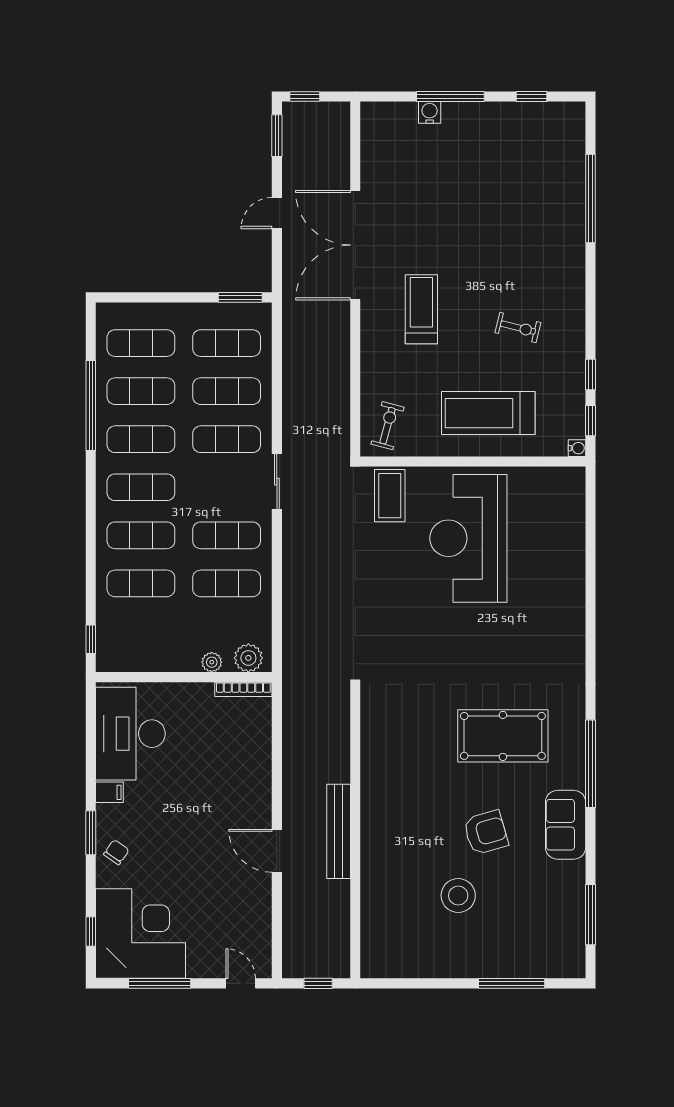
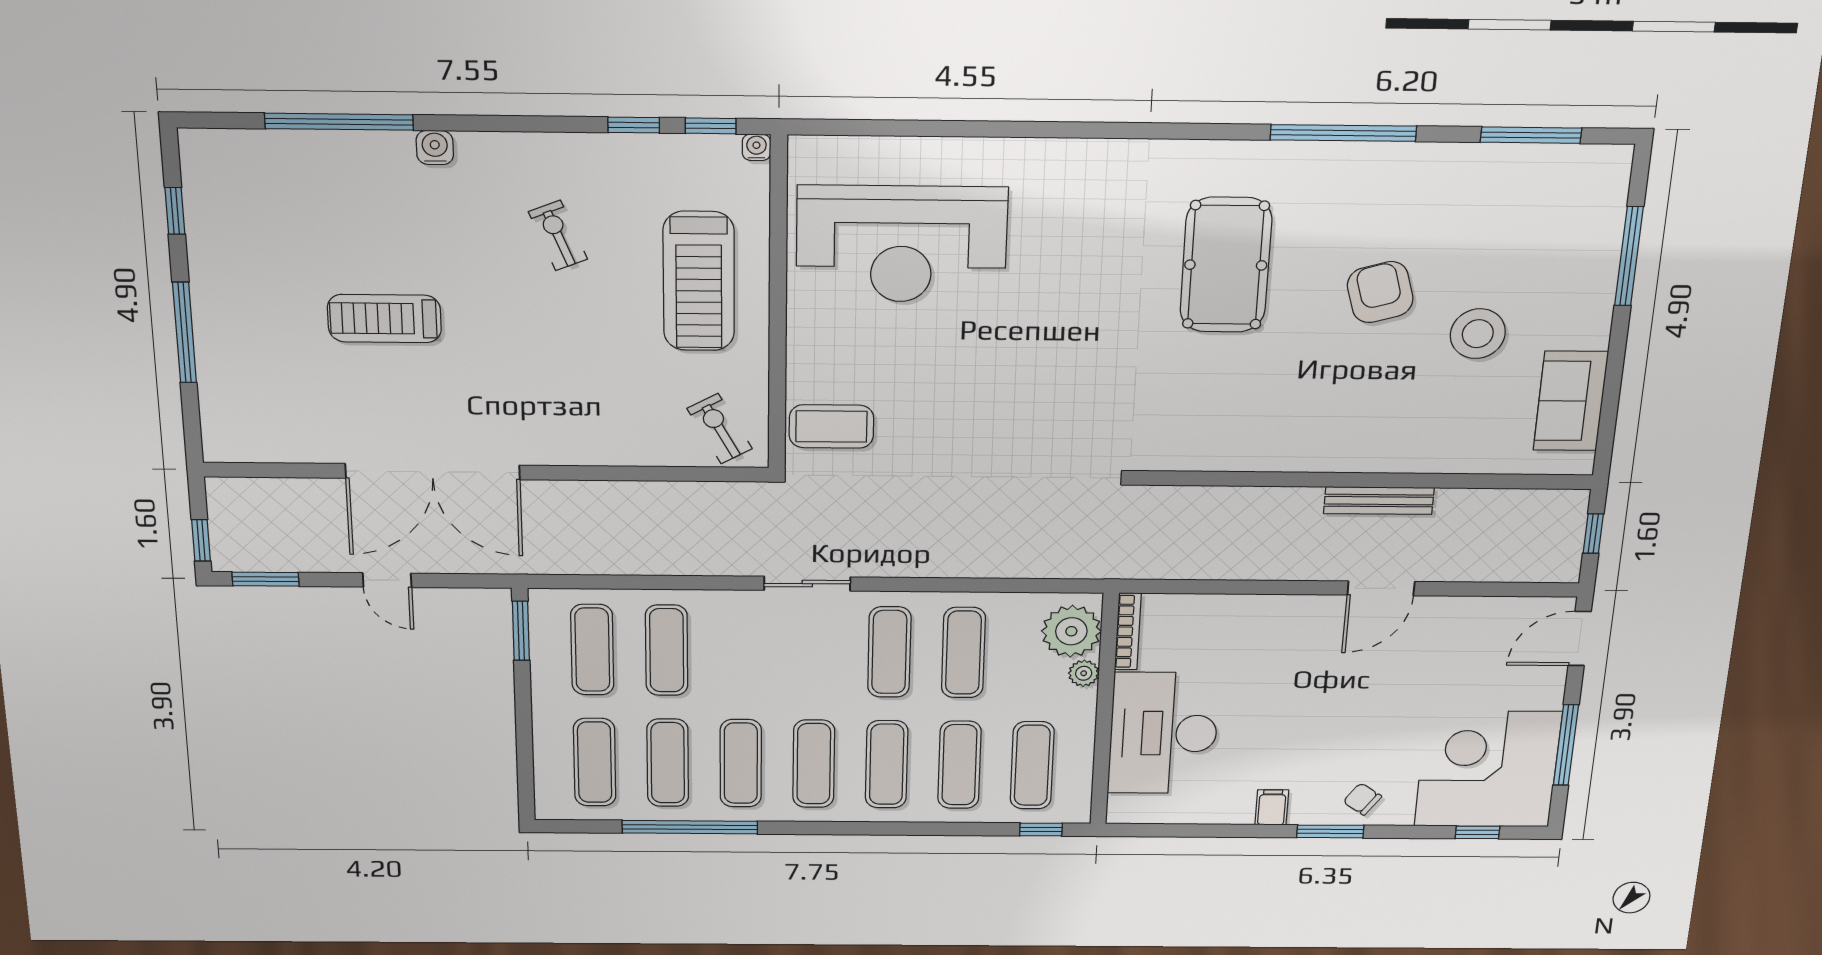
water cooler: (430, 112) -> (435, 147), moved, turned 90
treadmill: (421, 309) -> (384, 319), moved
exercise bike: (518, 328) -> (558, 235), turned -36
exercise bike: (387, 426) -> (720, 429), turned 46
exercise mat: (227, 439) -> (1032, 765), moved
reception desk: (468, 538) -> (902, 244), moved
plant: (248, 658) -> (1071, 631), width x1.36, depth x1.36
desk: (130, 734) -> (1163, 733), moved, turned 90
window: (590, 764) -> (1343, 133), moved
sofa: (566, 825) -> (1571, 401), moved, turned 90
bench: (339, 831) -> (1379, 501), width x0.73, depth x0.82
door: (241, 983) -> (1580, 639), width x1.38

